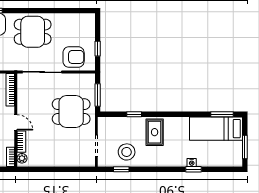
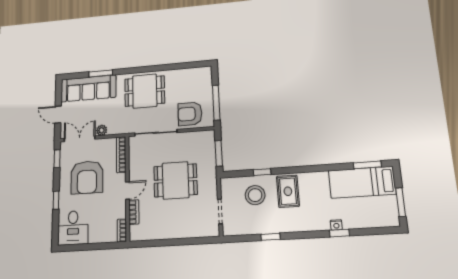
window: (98, 49) -> (216, 103), width x2.17
armchair: (74, 57) -> (190, 114), turned 180
dining table: (71, 112) -> (176, 180), moved
door: (16, 122) -> (127, 190), hinge flipped
stool: (127, 152) -> (255, 195), moved
plant: (22, 158) -> (135, 231), removed
window: (121, 169) -> (270, 237), moved

